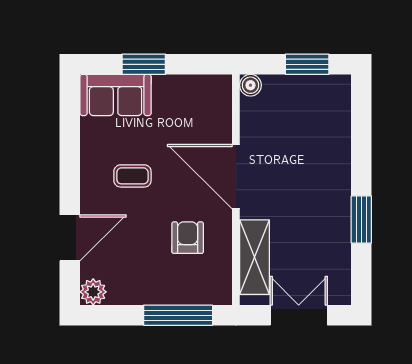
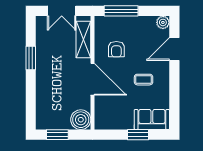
boiler: (250, 85) -> (81, 120), width x1.86, depth x1.86

